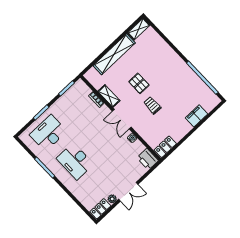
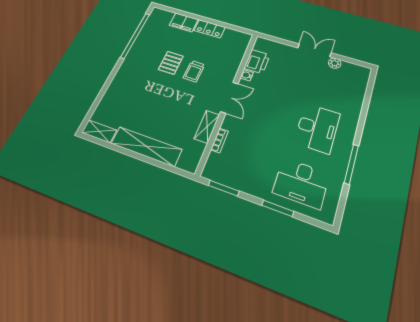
pallet: (139, 83) -> (171, 63), moved
locker: (165, 147) -> (210, 29), moved
printer: (148, 159) -> (257, 62), moved
locker: (100, 209) -> (356, 70), removed

